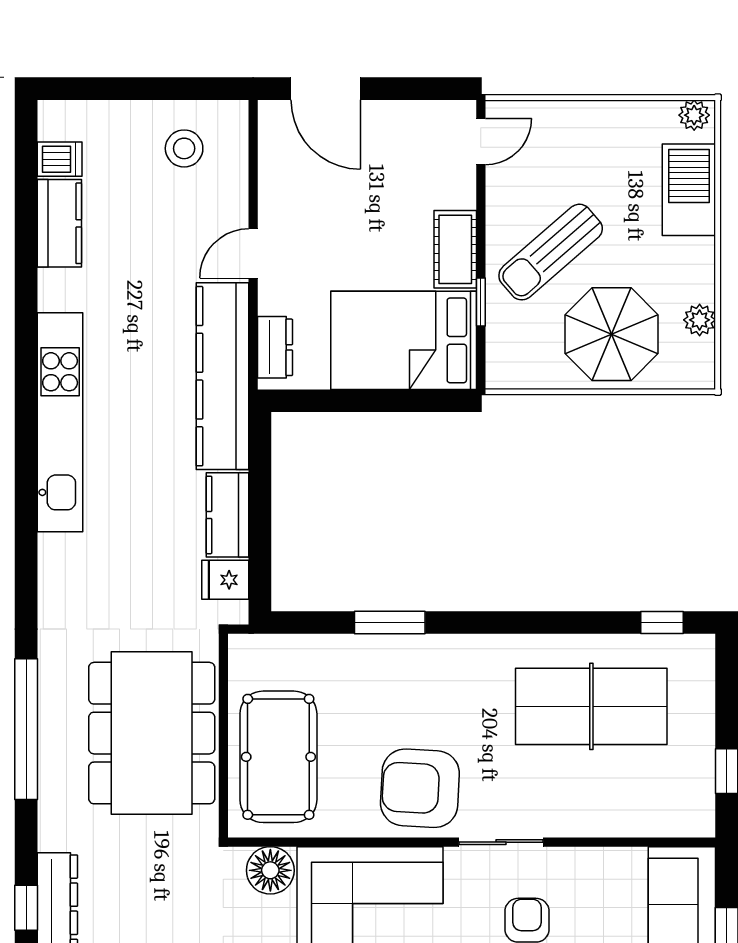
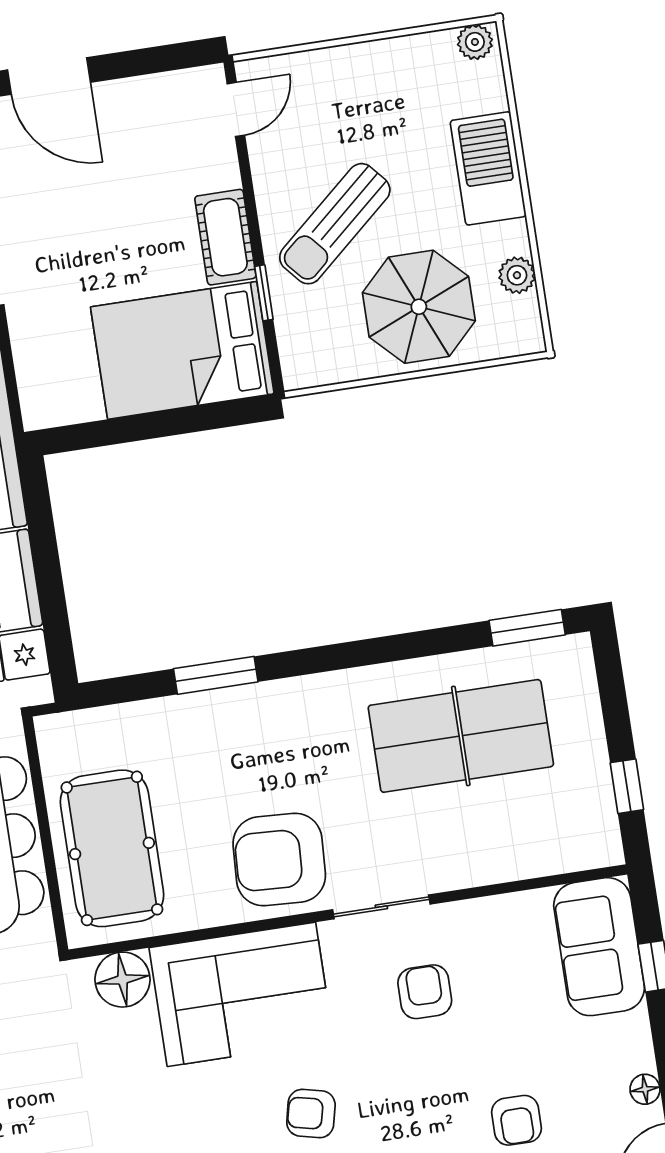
barbecue: (689, 190) -> (488, 168), moved
dresser: (275, 347) -> (36, 381), removed
window: (662, 622) -> (527, 628), width x1.50

